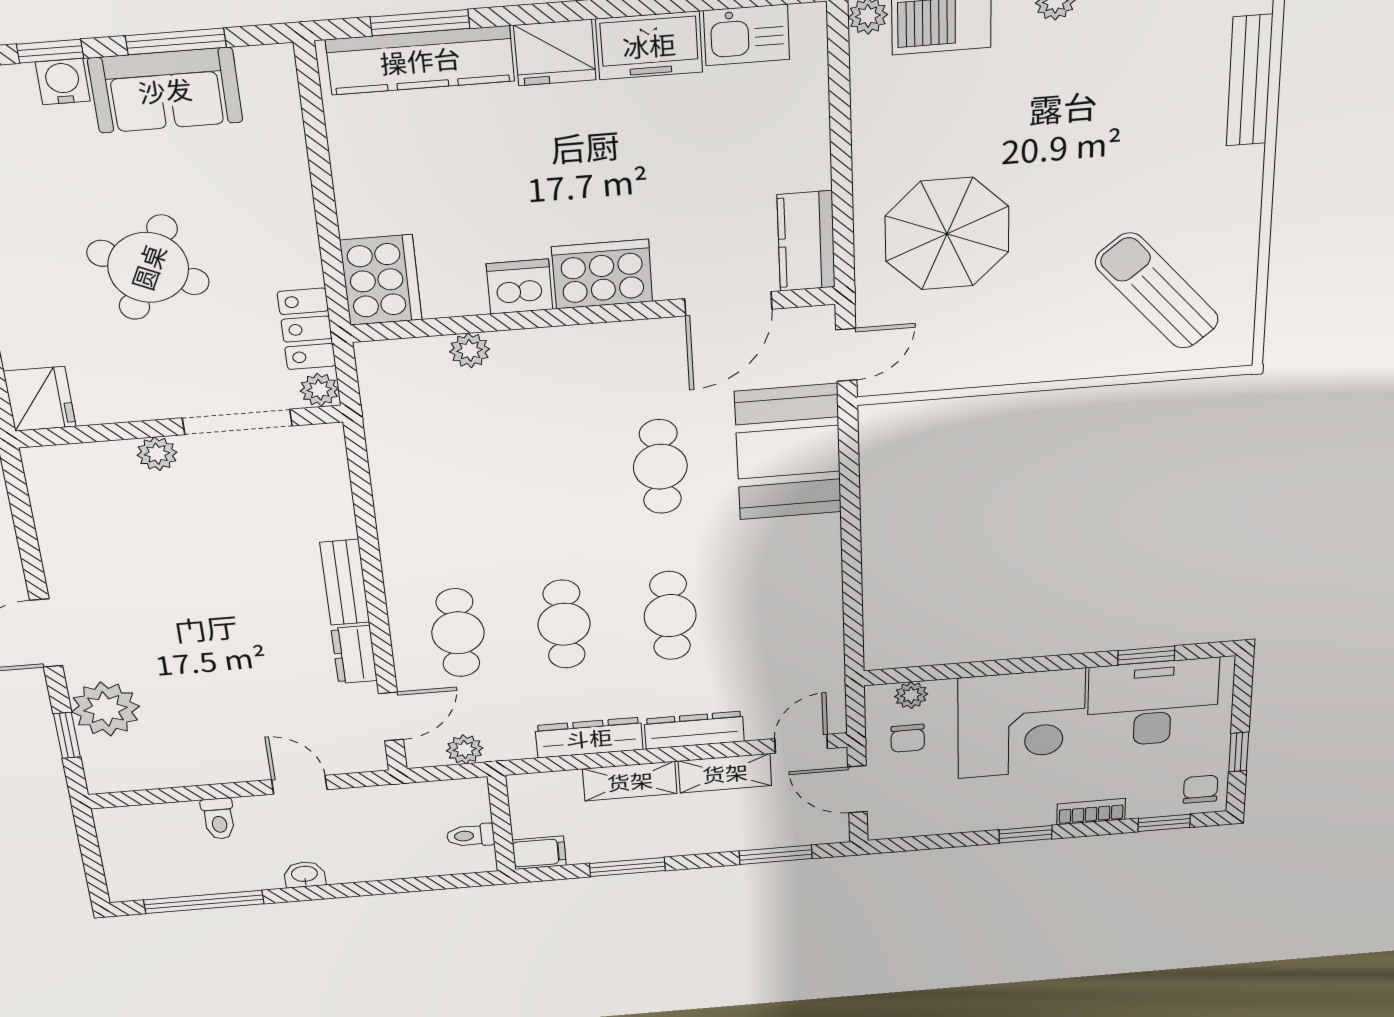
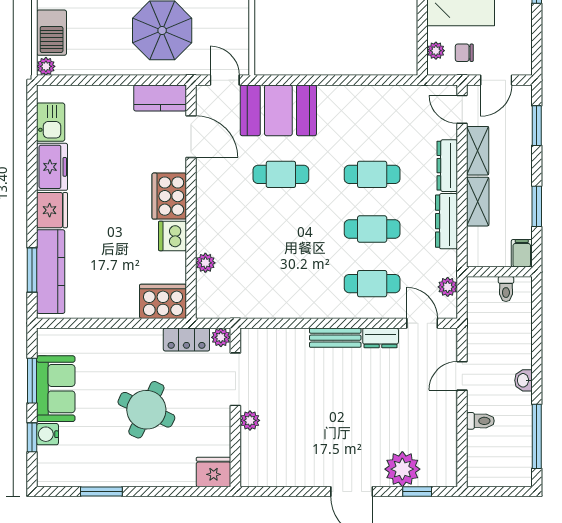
chair: (908, 738) -> (464, 53), turned 180

